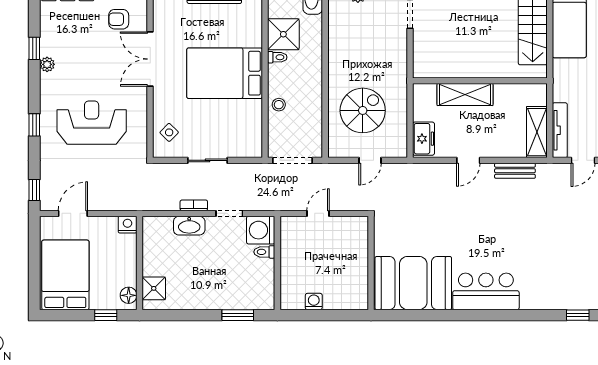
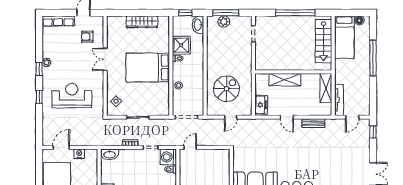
window: (34, 48) -> (39, 69), moved
double door: (150, 59) -> (105, 59), width x0.73
shelving: (537, 132) -> (326, 88), moved
door: (468, 160) -> (287, 117), hinge flipped
window: (34, 190) -> (39, 134), removed
door: (318, 213) -> (190, 147), moved
nightstand: (128, 225) -> (79, 154), moved
washbasin: (189, 226) -> (110, 154), moved

